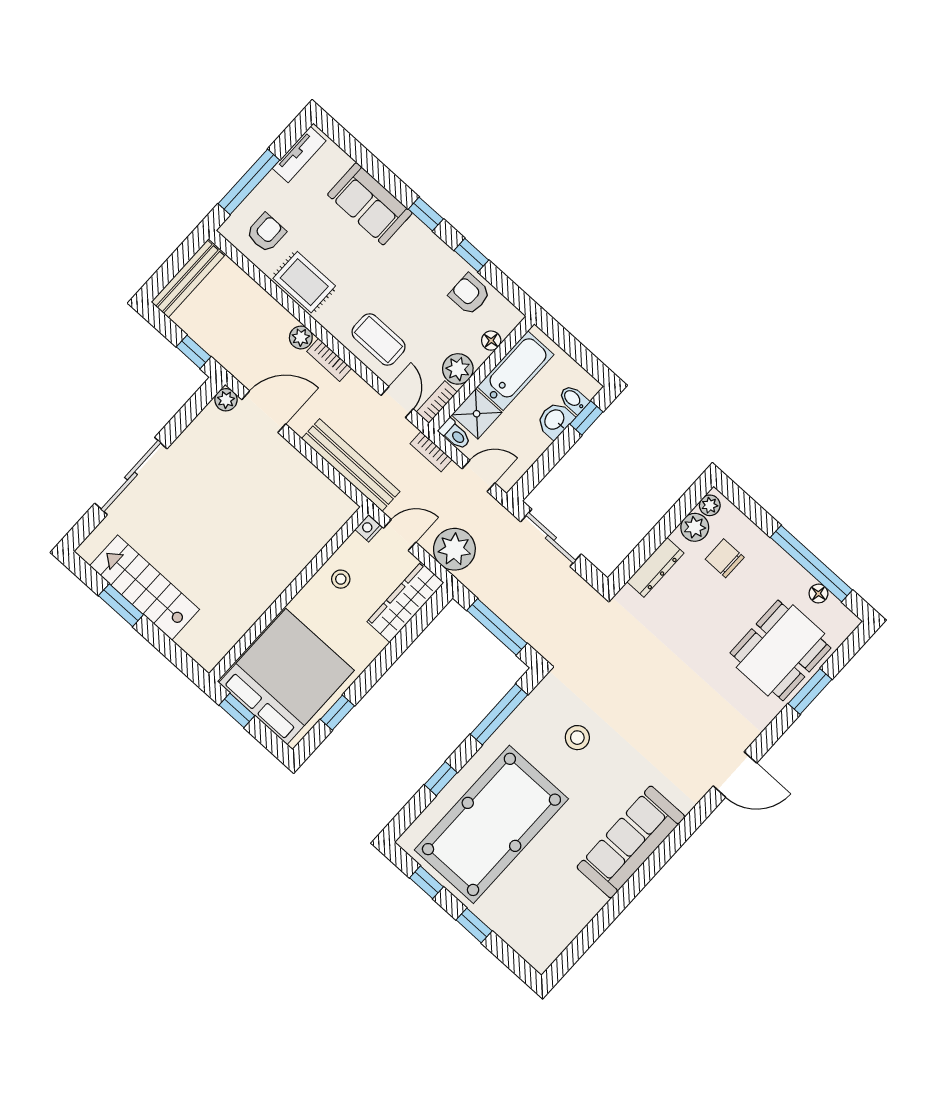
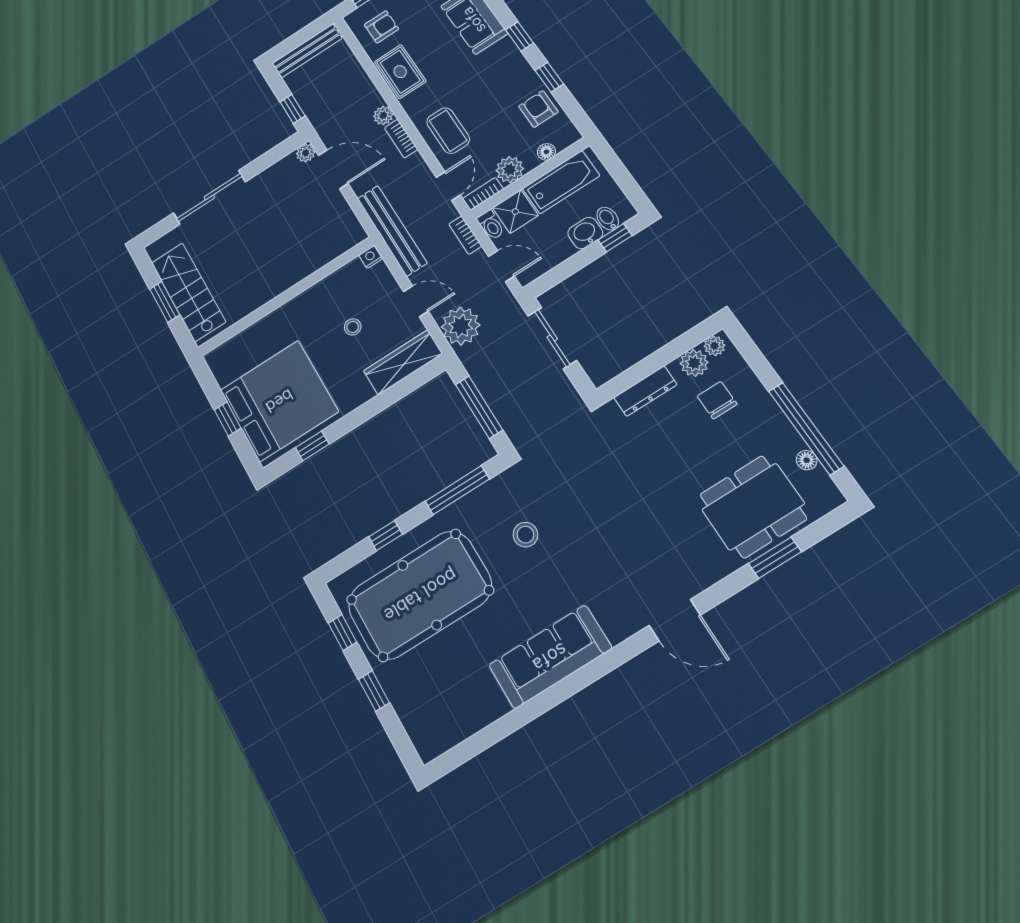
nightstand: (368, 528) -> (371, 257), moved
wall: (289, 594) -> (286, 297), moved

